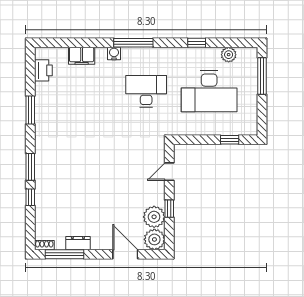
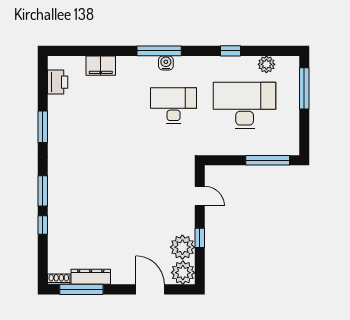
water cooler: (114, 53) -> (166, 63), moved
desk: (209, 91) -> (245, 106), turned 180
window: (230, 140) -> (268, 160), width x2.17
door: (169, 172) -> (200, 196), swing flipped
dresser: (78, 243) -> (91, 277), width x1.44

